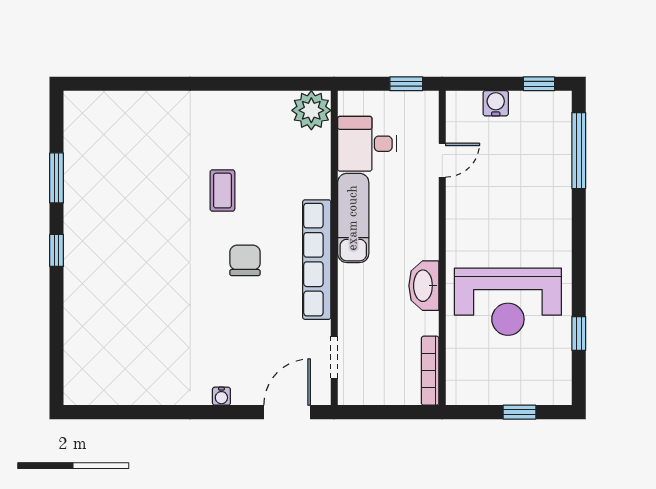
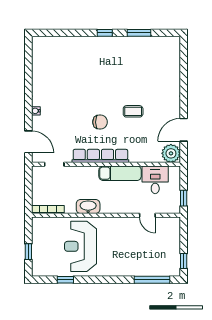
door: (261, 84) -> (184, 130), added
water cooler: (496, 103) -> (174, 241), removed

